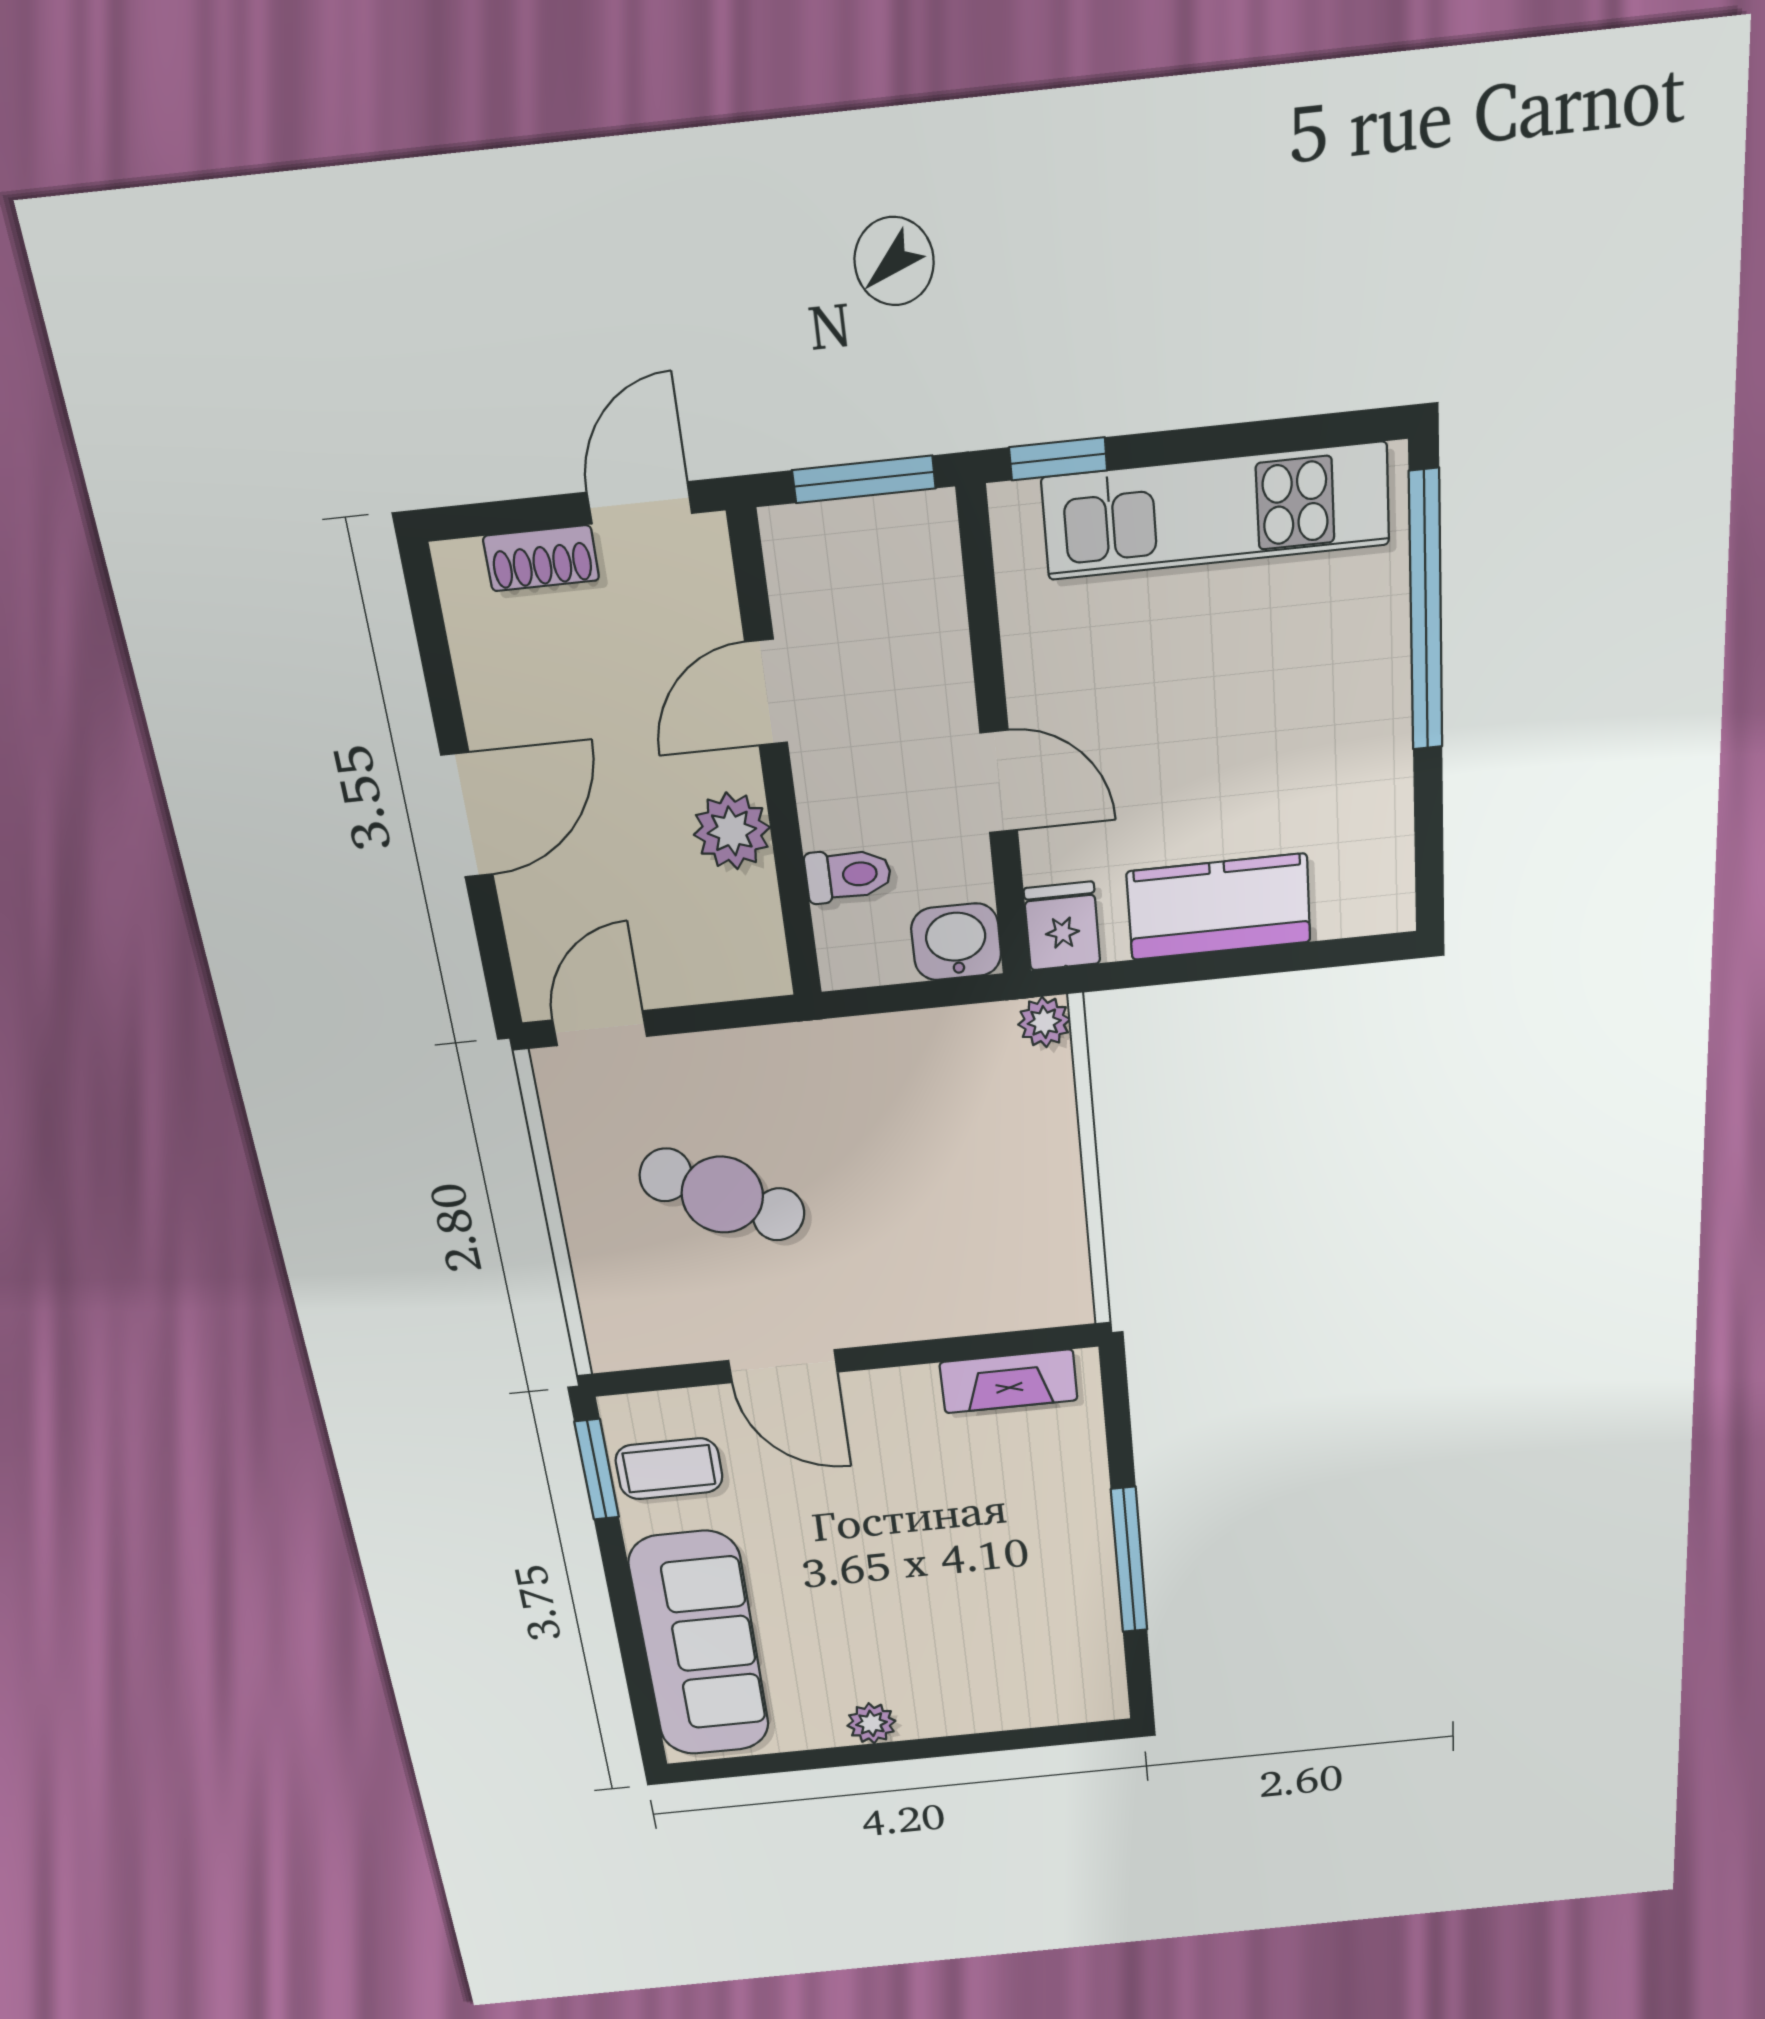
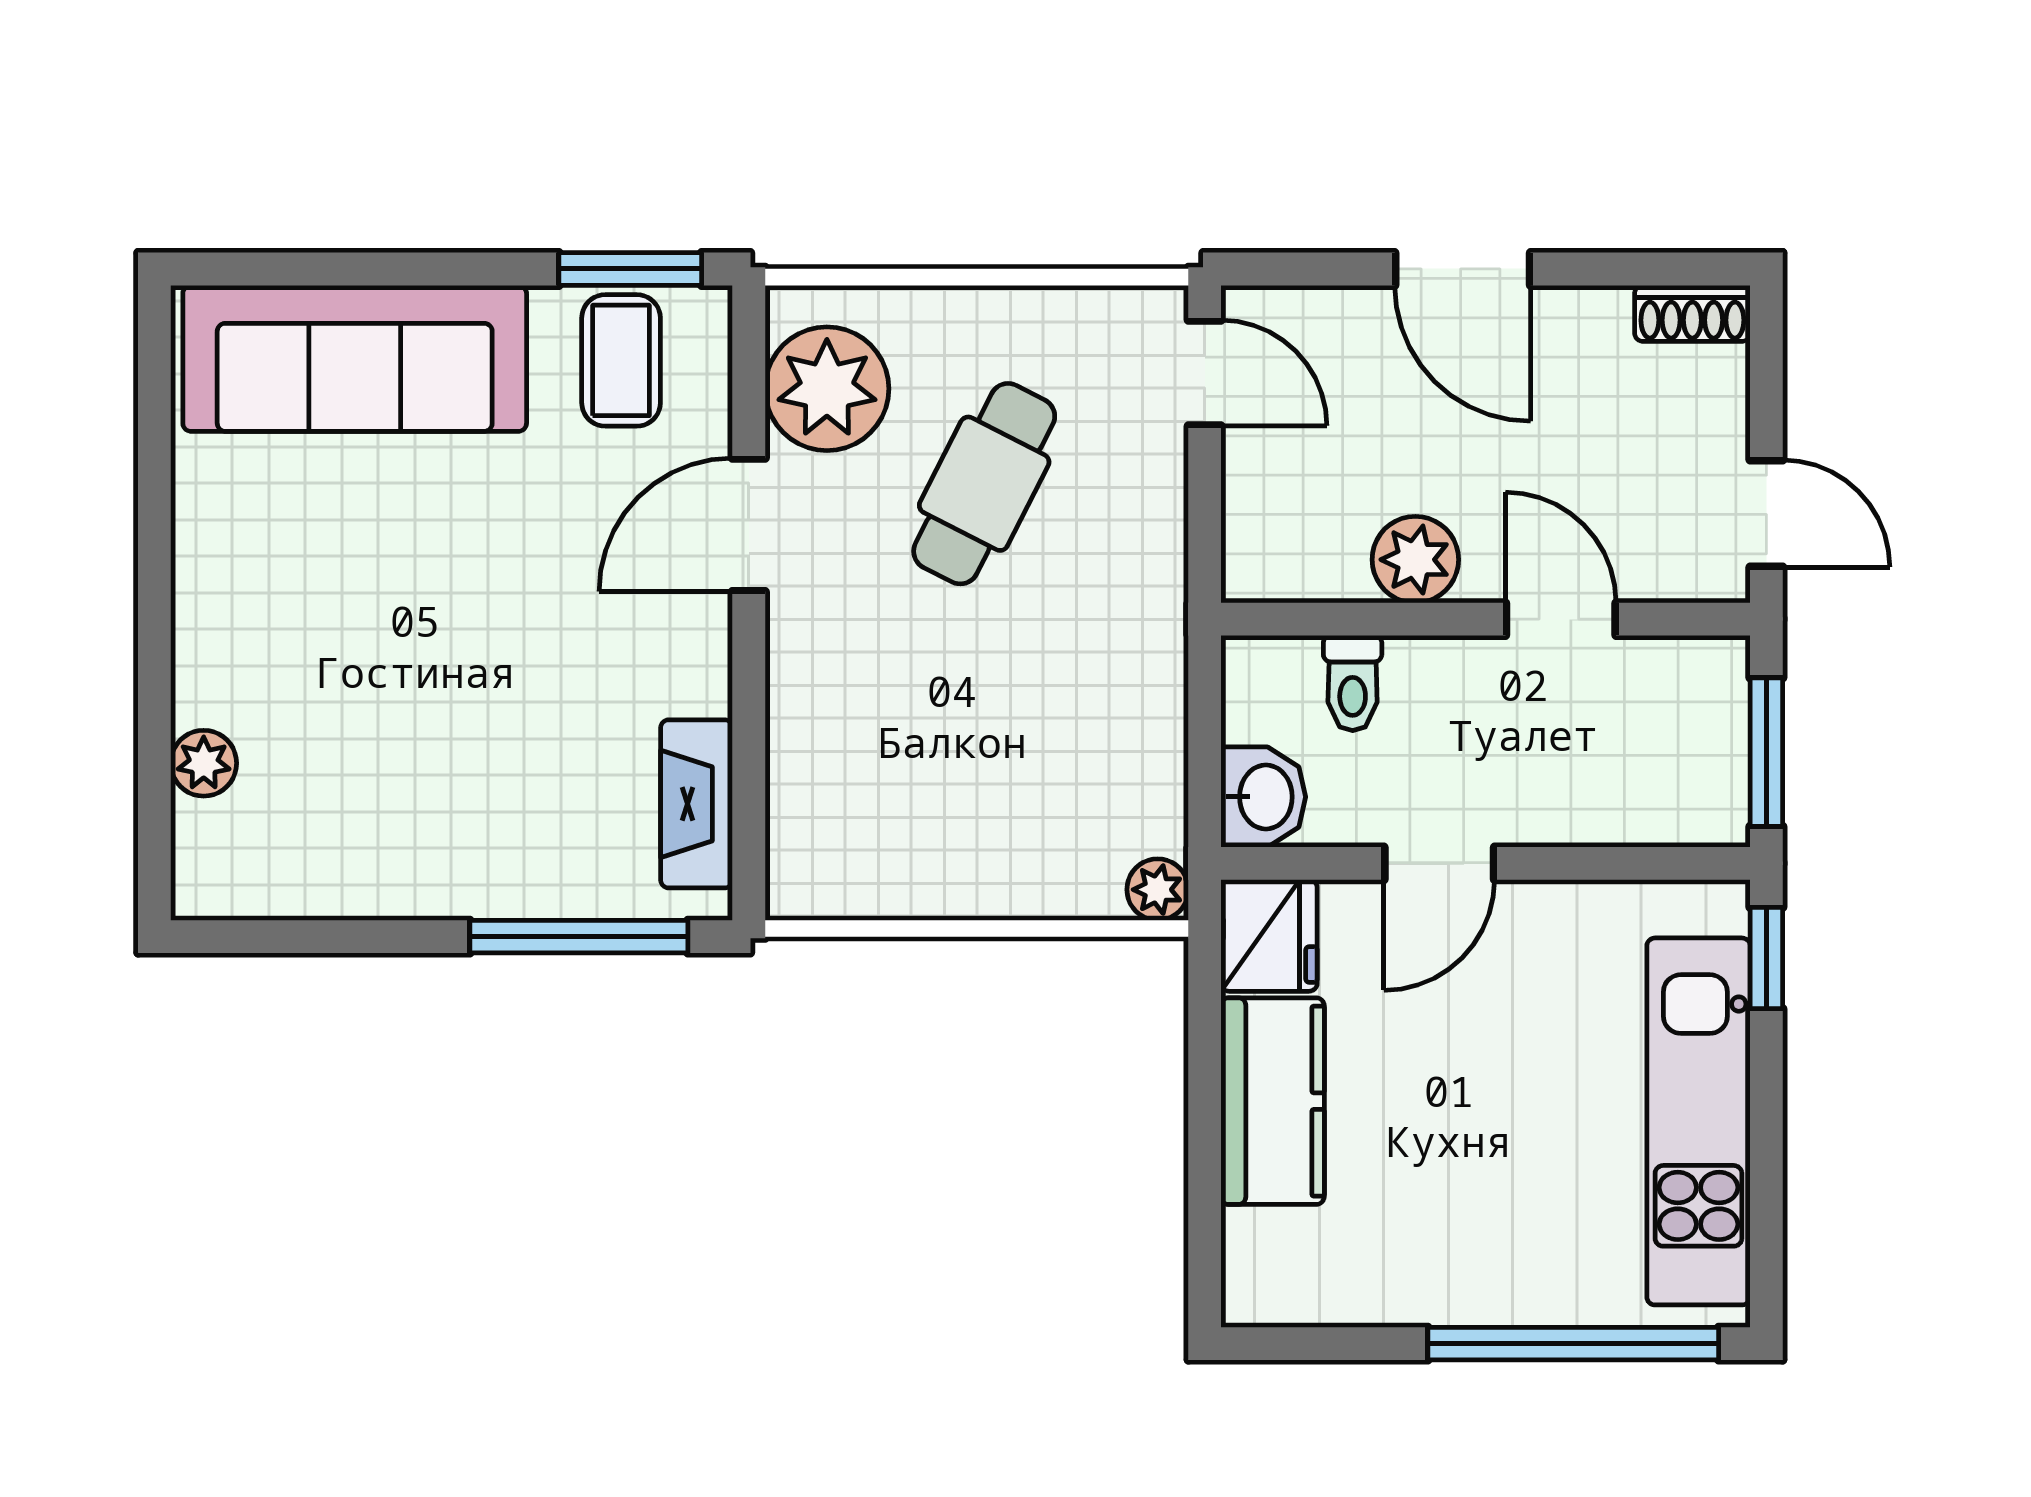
shoe rack: (541, 558) -> (1692, 313), moved, turned -90
fridge: (1062, 926) -> (1269, 935), width x1.38
plant: (665, 1321) -> (827, 389), added
window: (1129, 1560) -> (579, 937), moved
plant: (871, 1723) -> (204, 763), moved

